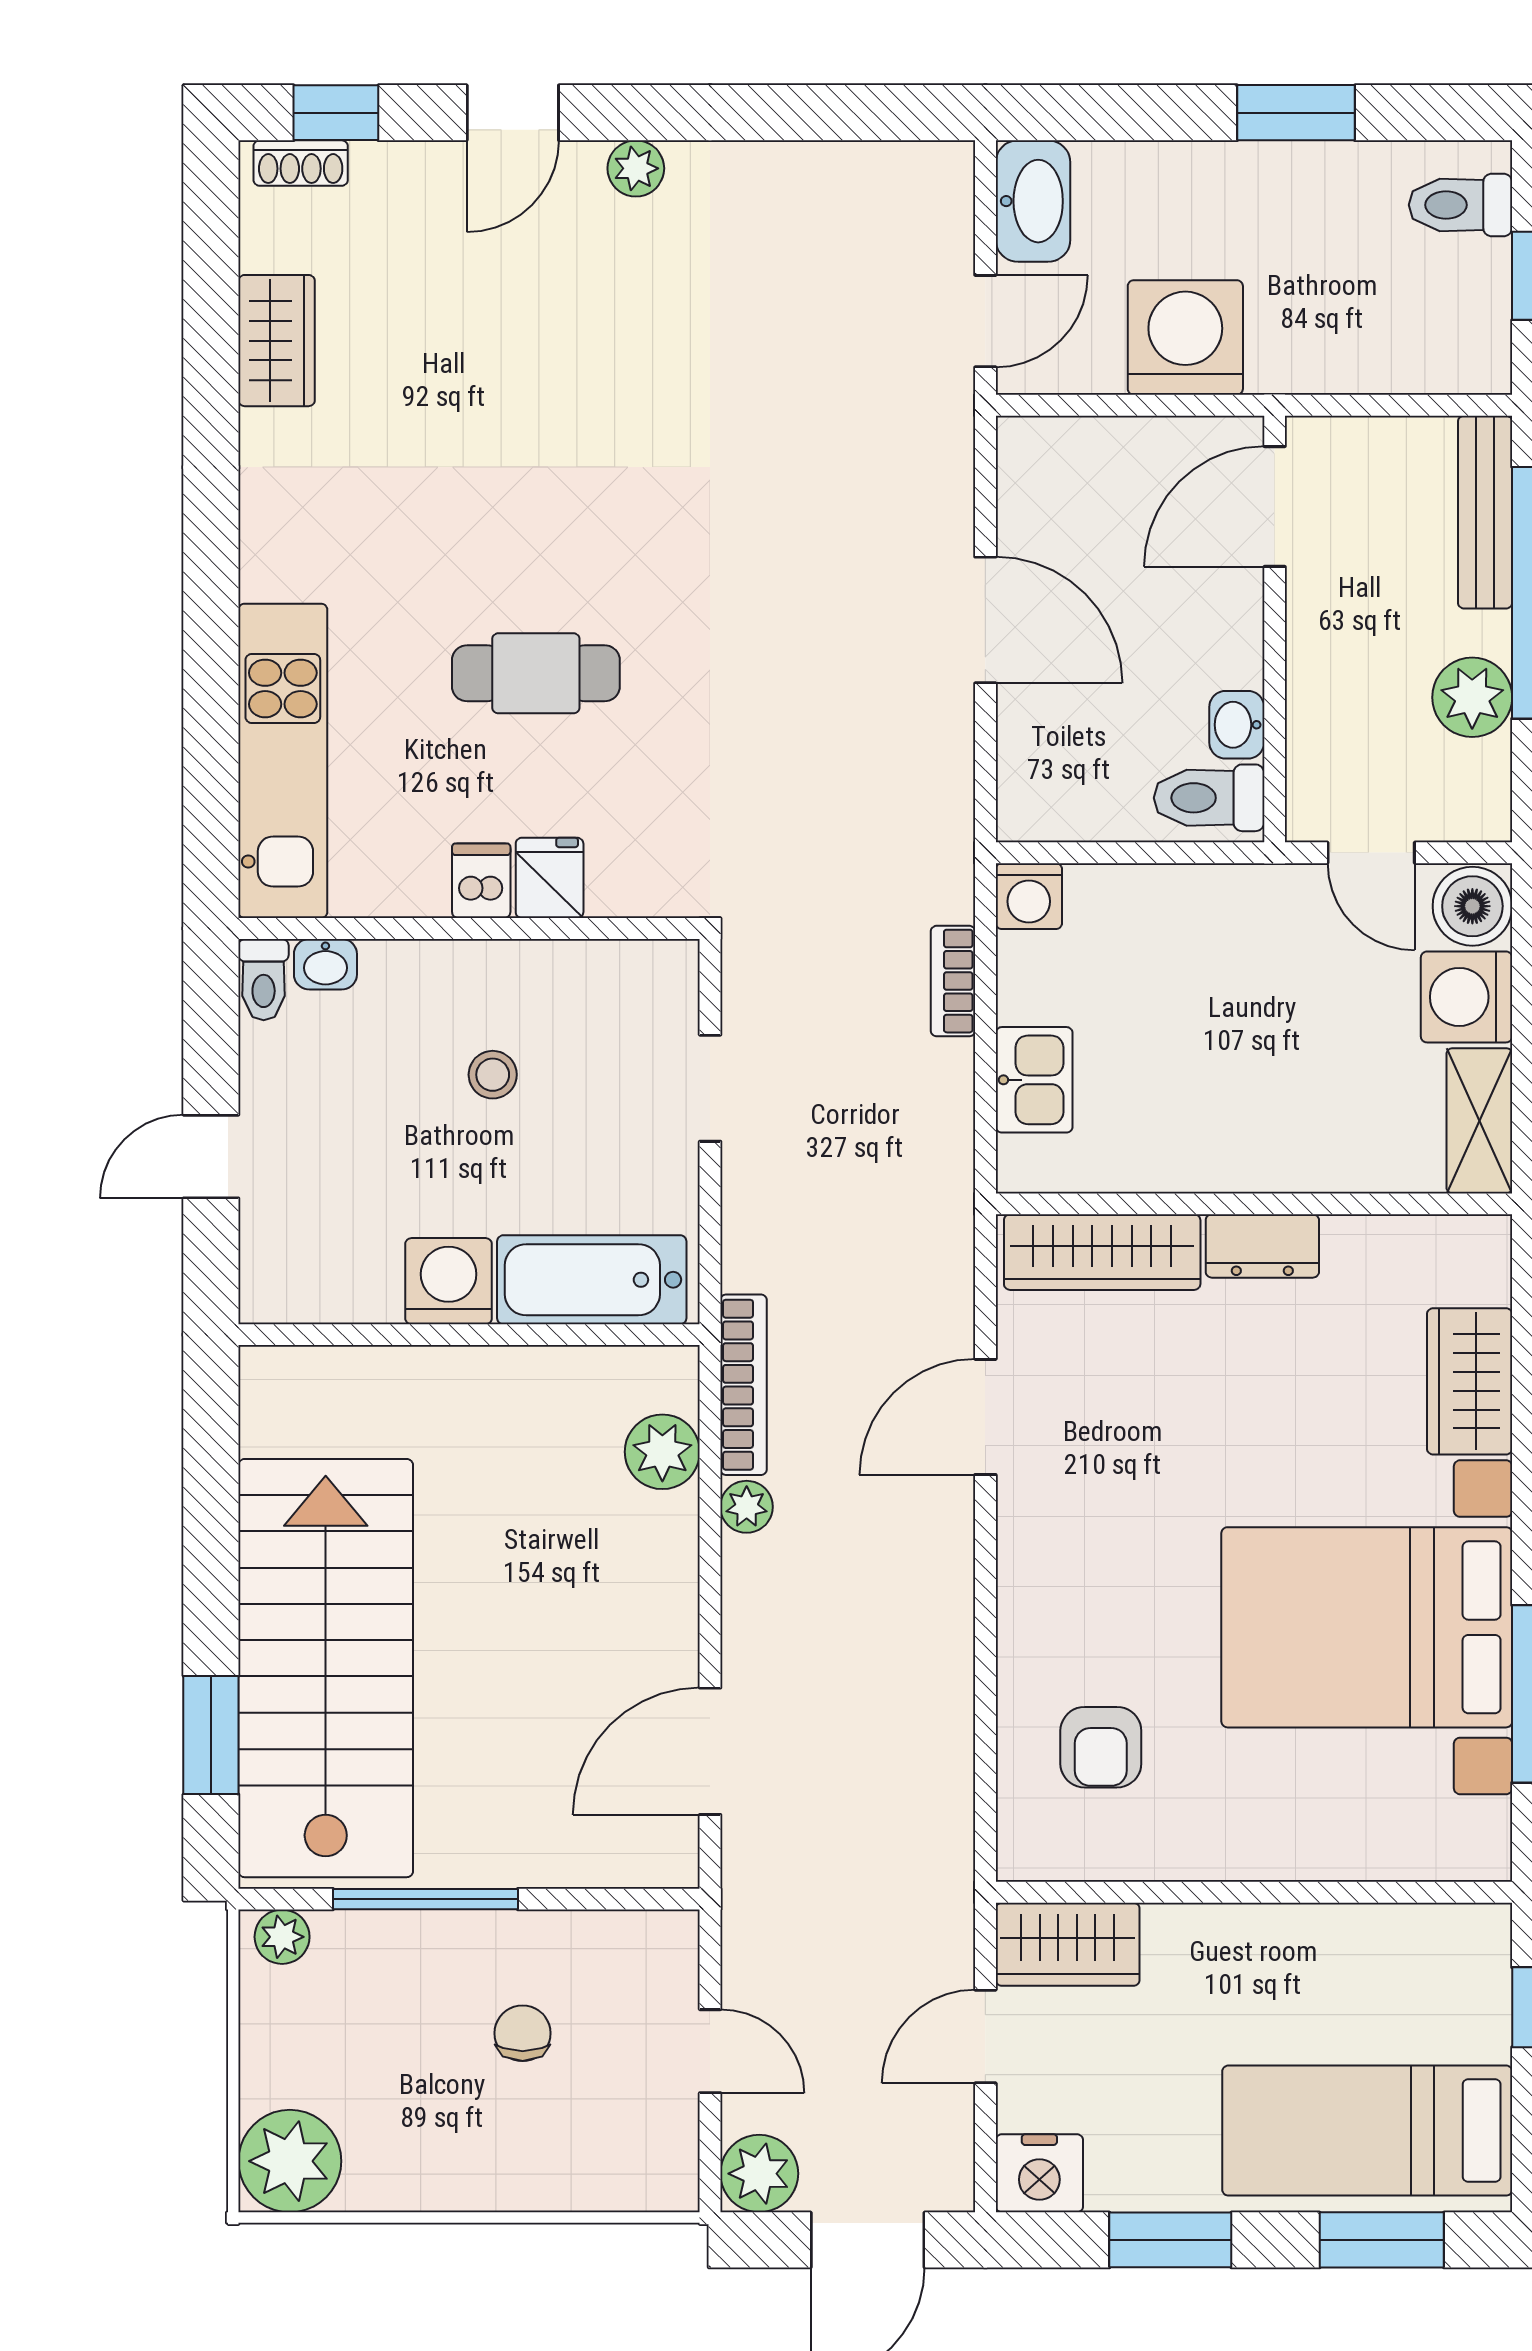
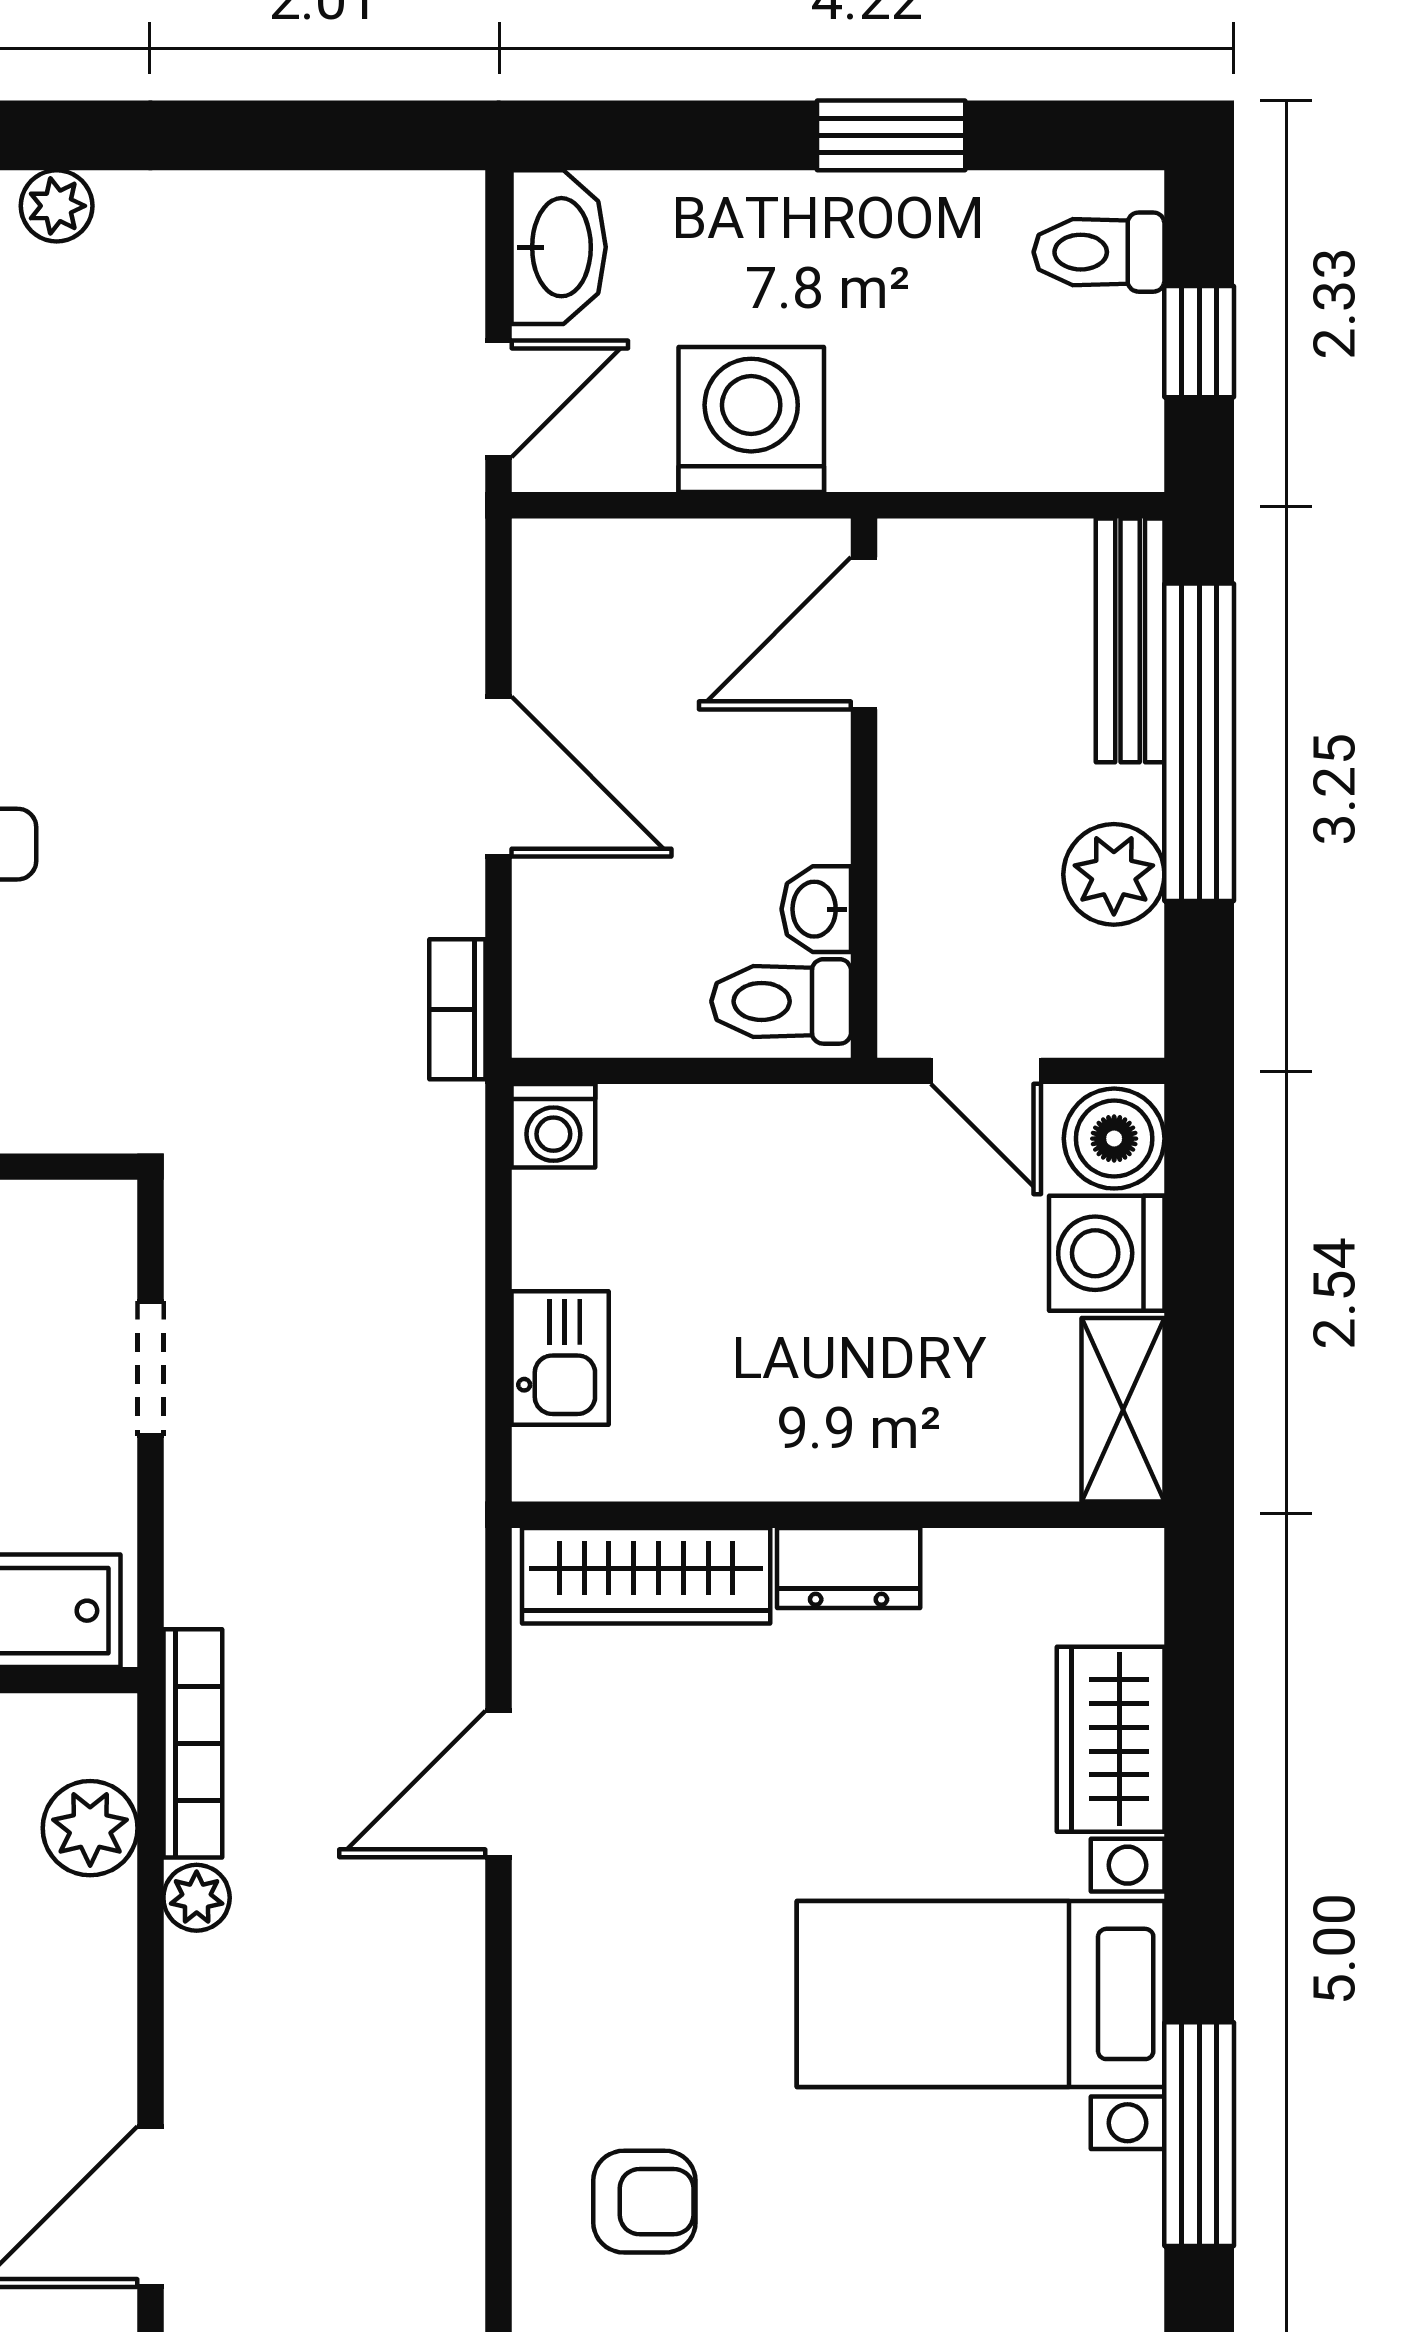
bookcase: (953, 981) -> (457, 1009), moved
bed with nightstands: (1367, 1627) -> (981, 1994), width x0.73
armchair: (1101, 1747) -> (644, 2202), turned -90

